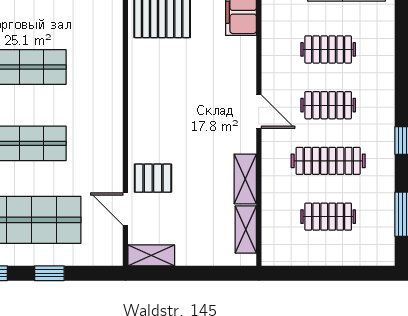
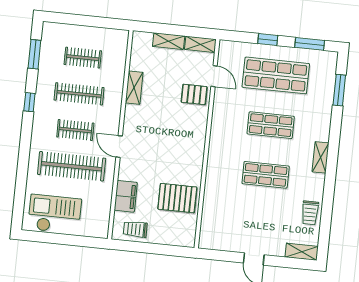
clothes rail: (328, 49) -> (72, 166), width x1.86, depth x1.31
door: (259, 112) -> (119, 147), moved
shelving: (246, 230) -> (169, 41), moved, turned 90

